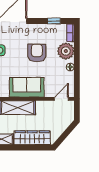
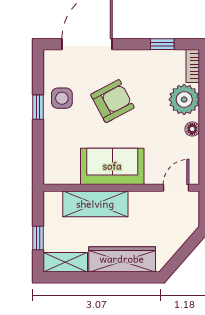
armchair: (37, 53) -> (112, 101), moved, turned 62

